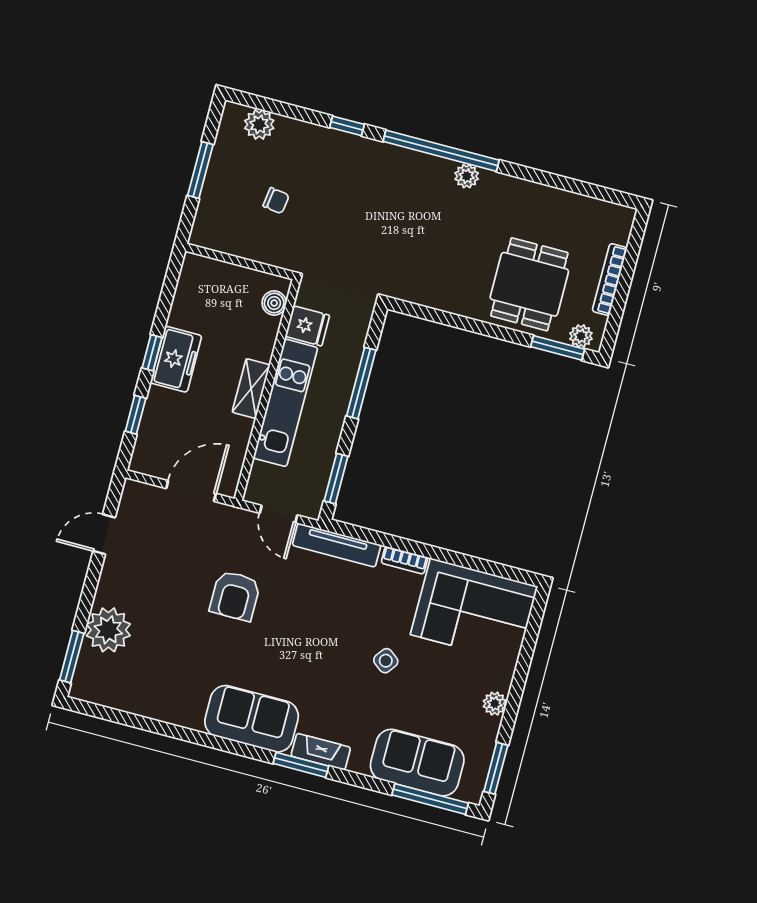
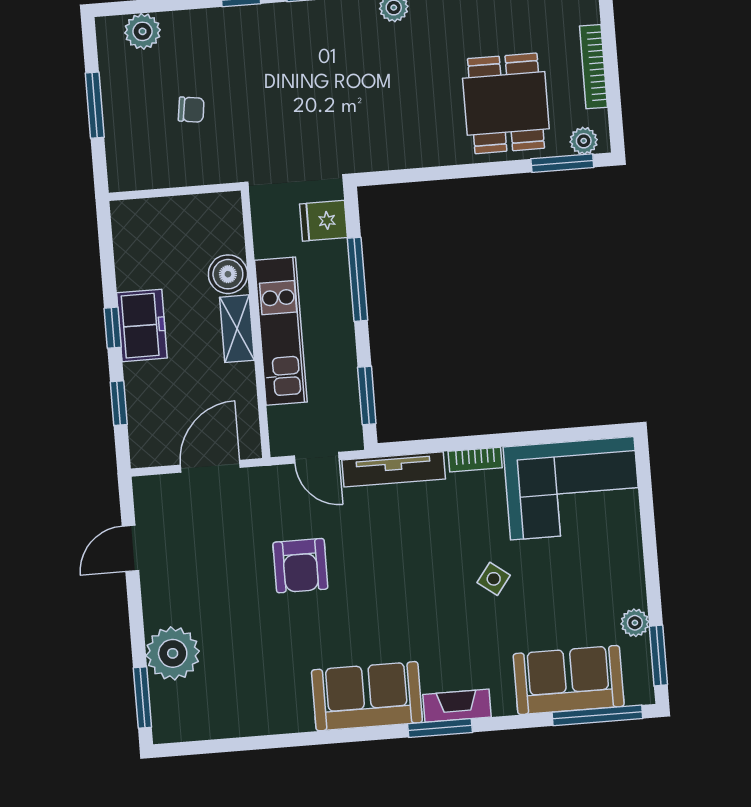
boiler: (274, 303) -> (228, 274), moved, width x1.36, depth x1.36
fridge: (307, 326) -> (323, 221), moved, turned 180
plant: (495, 704) -> (635, 623), moved

